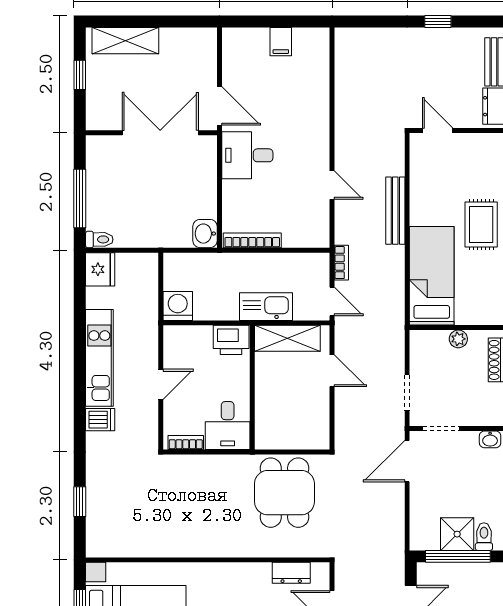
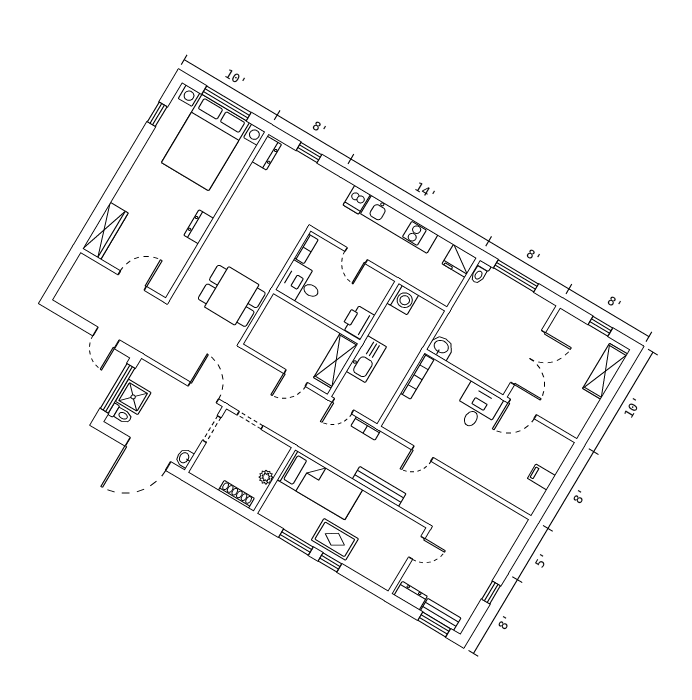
dresser: (108, 547) -> (267, 153), added
dresser: (291, 573) -> (199, 227), moved

